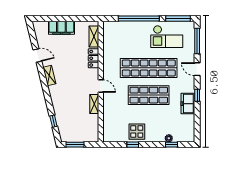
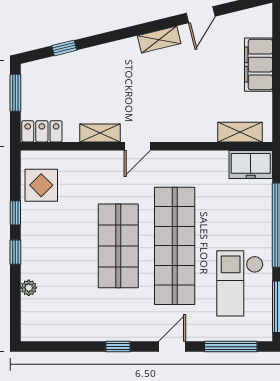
locker: (94, 58) -> (42, 131), moved
freezer: (188, 104) -> (251, 164), moved, turned 180
display table: (137, 132) -> (41, 185), moved
window: (171, 145) -> (15, 252), moved

